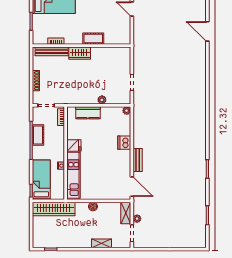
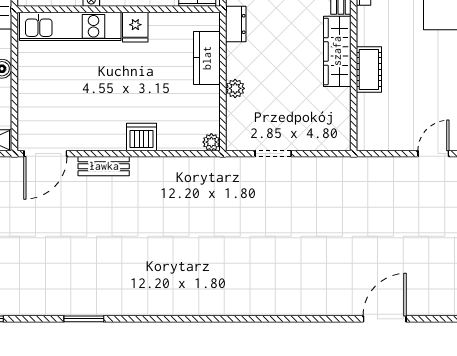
wardrobe: (80, 53) -> (337, 51), width x1.50
dresser: (72, 99) -> (236, 24), added

